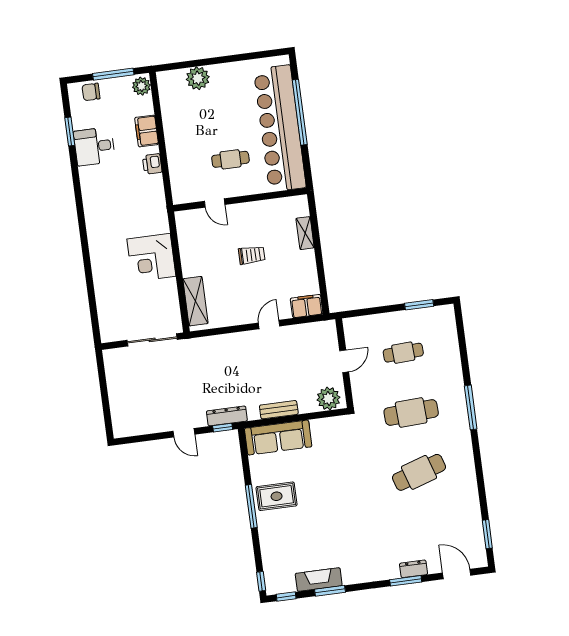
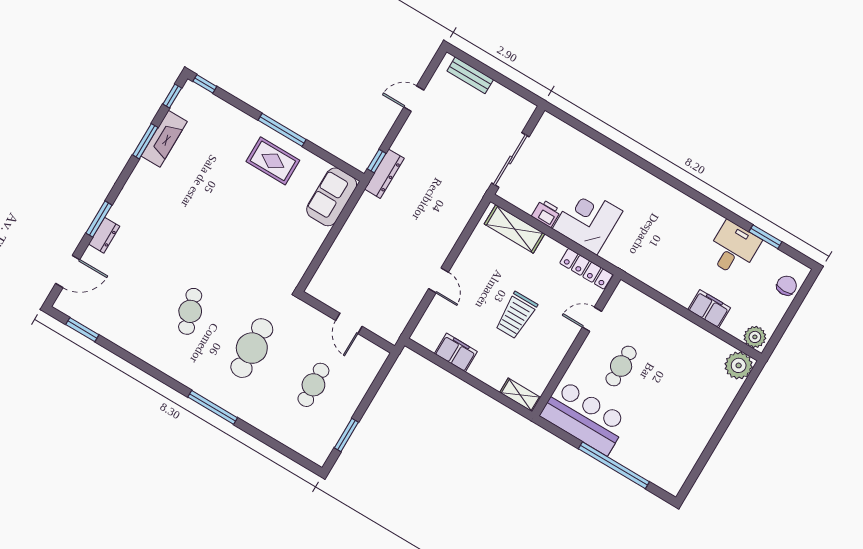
window: (113, 74) -> (787, 320), removed
plant: (198, 78) -> (739, 365), moved
bar counter: (280, 128) -> (584, 417), width x0.54
printer: (152, 164) -> (546, 213), moved
locker: (184, 233) -> (586, 269), added
shelving: (305, 233) -> (520, 395), moved
trolley: (252, 255) -> (516, 315), width x1.36, depth x1.39
filing cabinet: (307, 306) -> (456, 353), moved, turned -90
plant: (329, 399) -> (326, 281), removed
bench: (279, 410) -> (470, 75), moved, turned 90
door: (184, 433) -> (414, 99), moved
sofa: (278, 438) -> (332, 197), width x0.73
cafe table: (419, 472) -> (190, 311), width x0.73, depth x0.74
rug: (277, 496) -> (273, 161), turned 90

